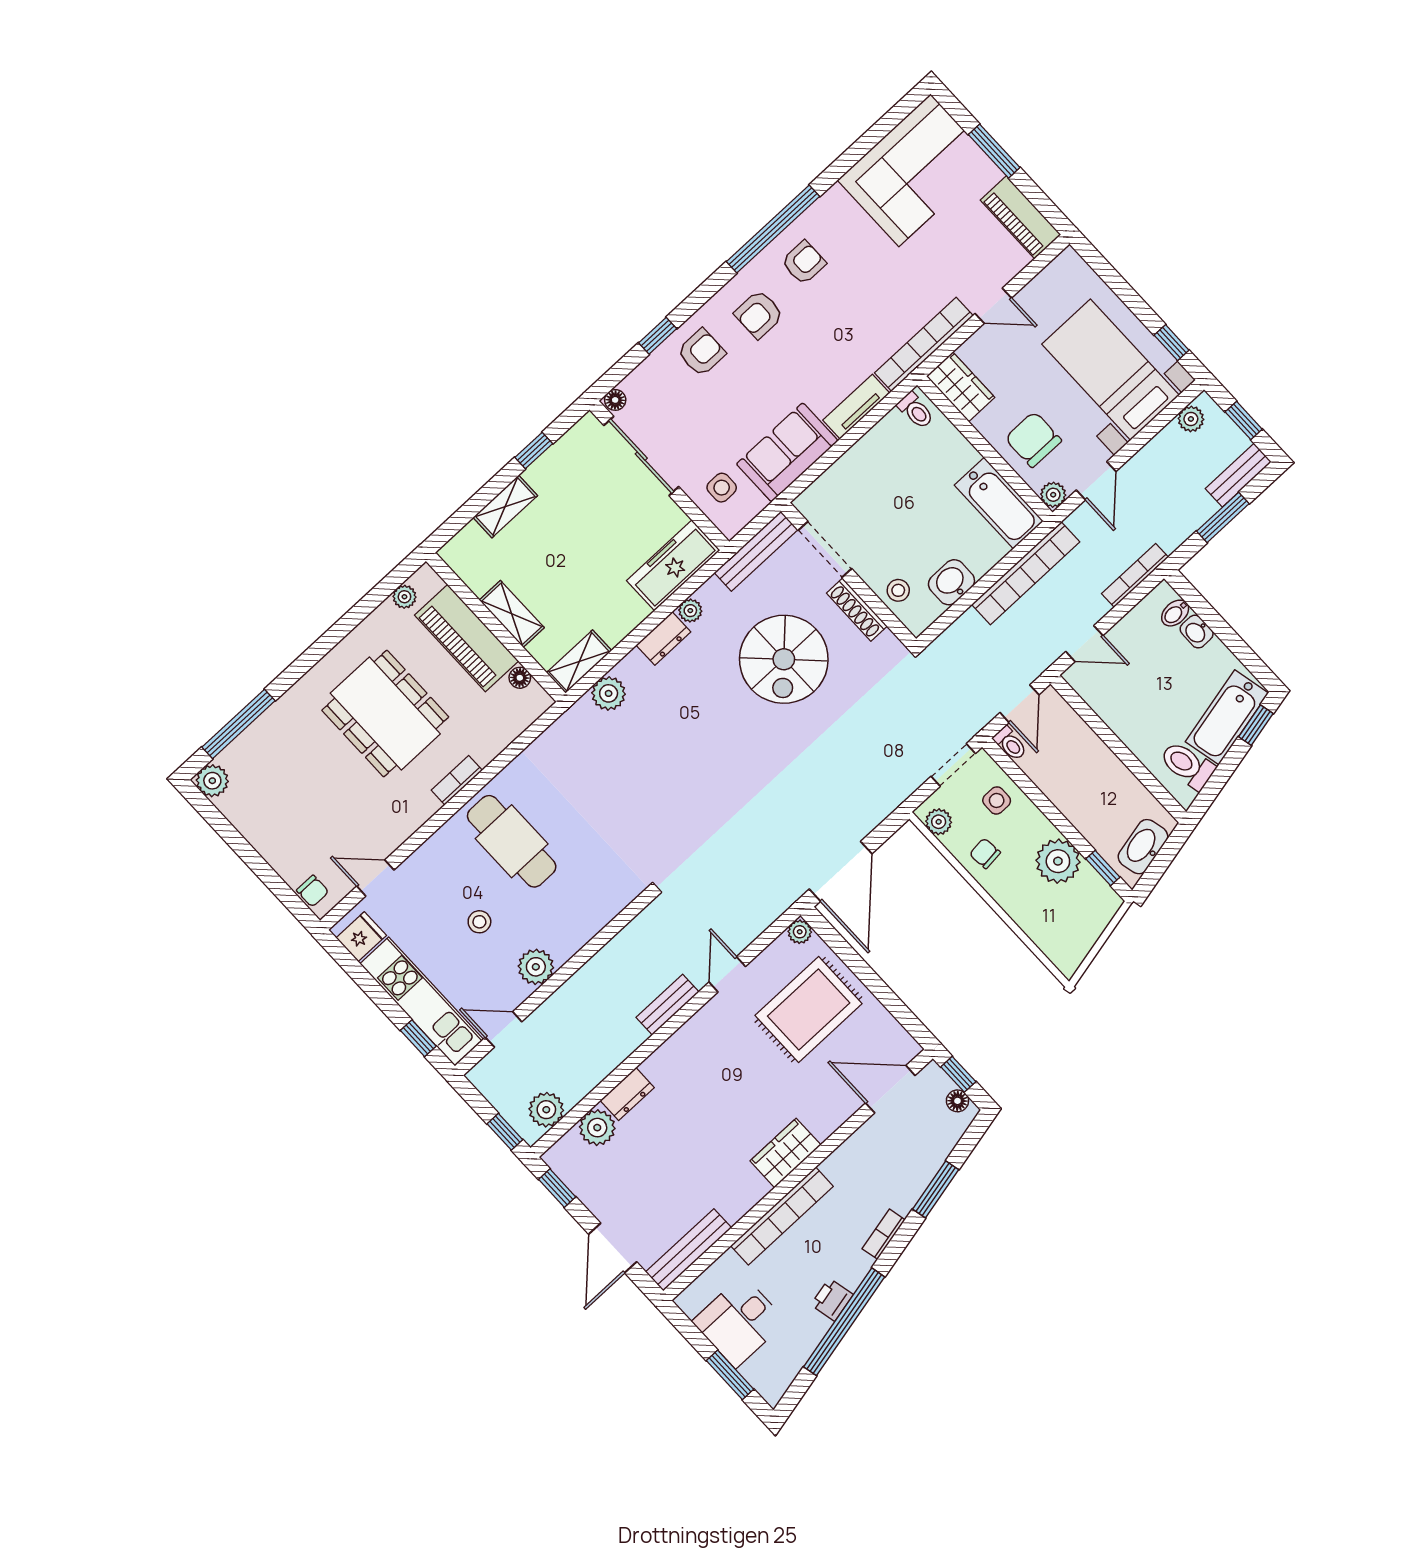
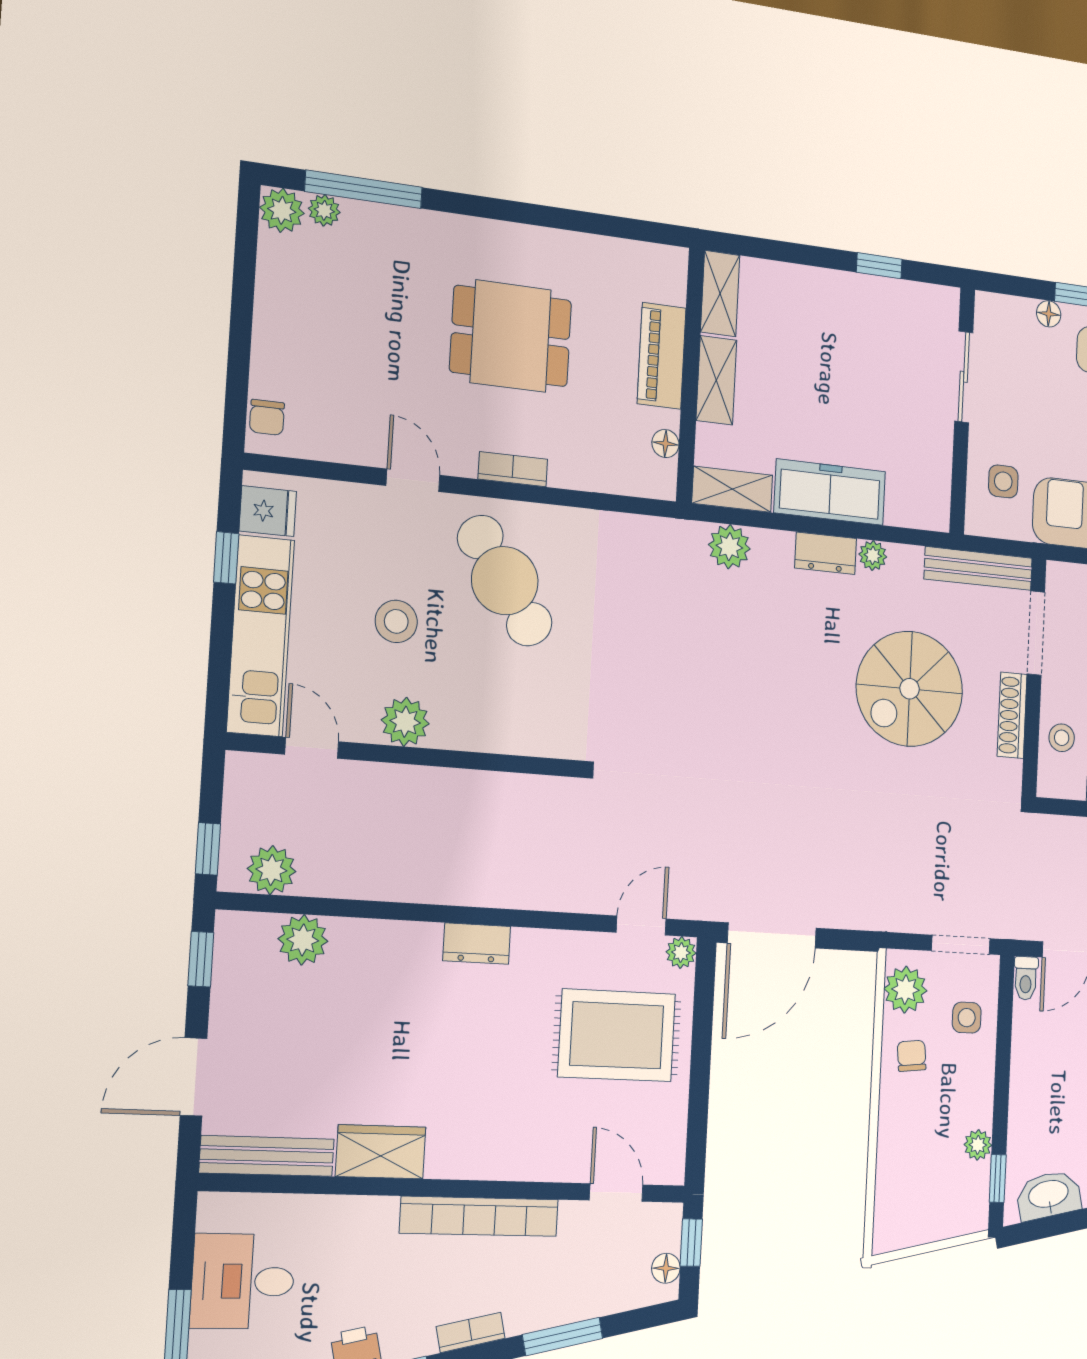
floor lamp: (615, 400) -> (1049, 314), moved
sliding door: (641, 456) -> (964, 377), width x0.73
shelving: (505, 507) -> (720, 294), moved, turned 90
freezer: (673, 565) -> (830, 492), moved
plant: (404, 597) -> (324, 210), moved
piano: (466, 638) -> (662, 356), width x0.73, depth x0.75
dining table: (385, 714) -> (511, 336), width x0.73
plant: (939, 822) -> (905, 990), width x1.38, depth x1.38
cafe table: (512, 841) -> (505, 581), turned -34
plant: (1058, 861) -> (978, 1145), width x0.53, depth x0.53
door: (375, 878) -> (413, 480), moved
stool: (479, 922) -> (396, 621), width x1.37, depth x1.37
door: (727, 974) -> (641, 926), moved
bench: (667, 1005) -> (492, 891), removed
window: (418, 1038) -> (226, 558), moved
door: (890, 1089) -> (616, 1193), width x0.73
dresser: (627, 1094) -> (477, 944), moved
wardrobe: (785, 1153) -> (381, 1152), moved
bookcase: (782, 1216) -> (479, 1216), moved

